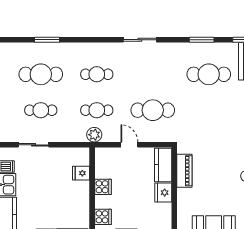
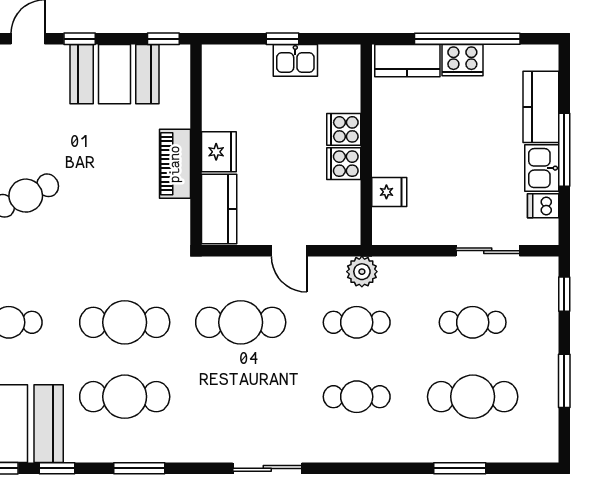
cafe table: (209, 110) -> (125, 322), added
piano: (184, 171) -> (175, 164), moved
cooker: (103, 217) -> (344, 129), moved

